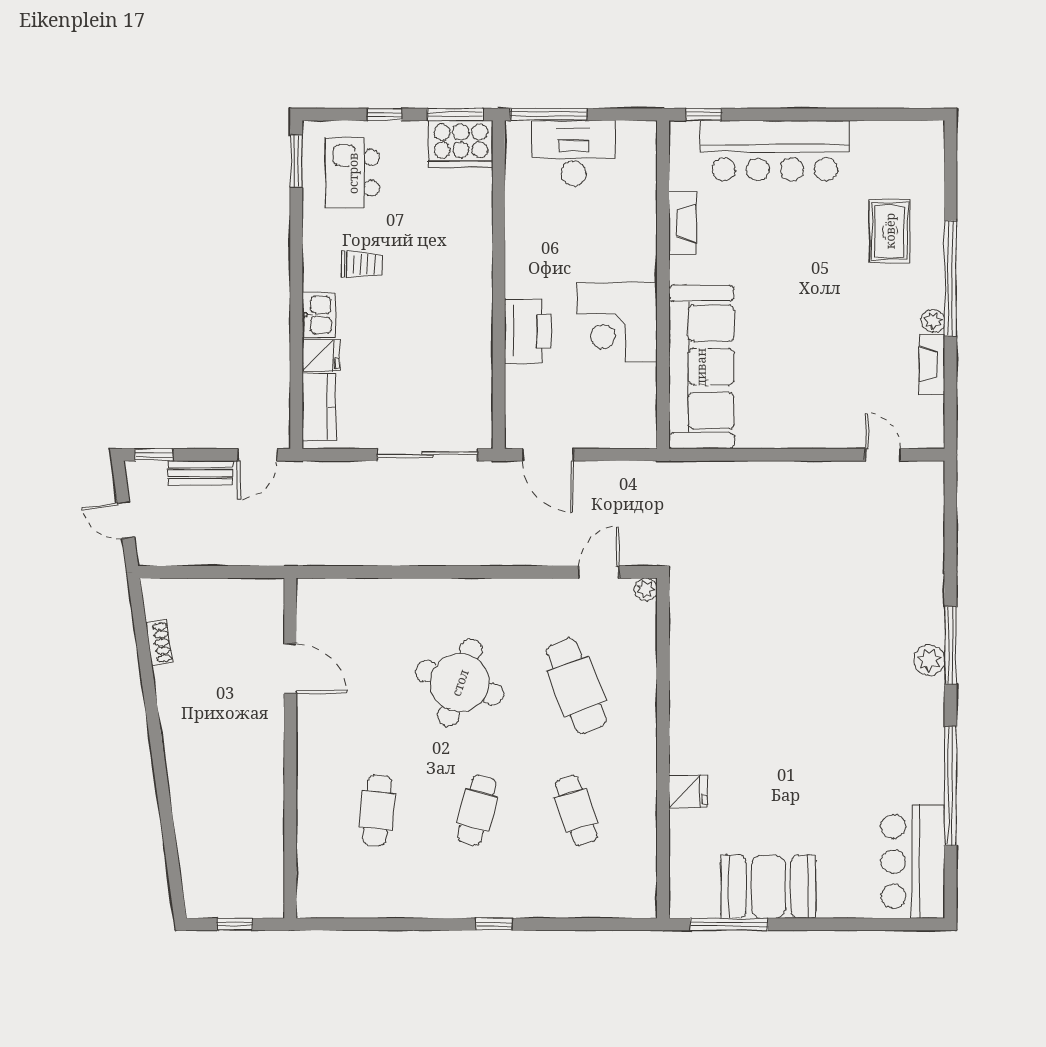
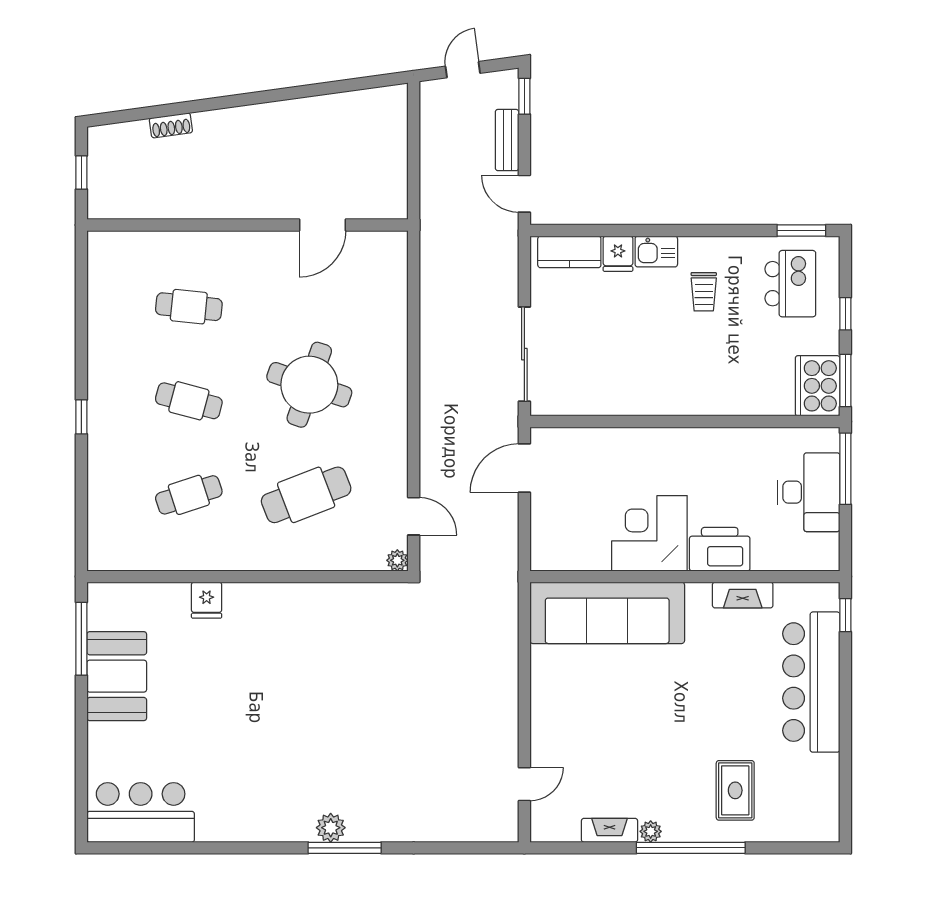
kitchen island: (353, 173) -> (790, 284), turned 90
rug: (890, 231) -> (735, 790), turned 90
printer: (528, 331) -> (720, 549), moved, turned 180
shoe rack: (159, 643) -> (171, 125), moved
window: (950, 786) -> (212, 848), removed

